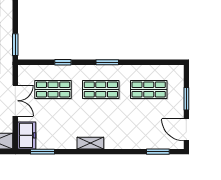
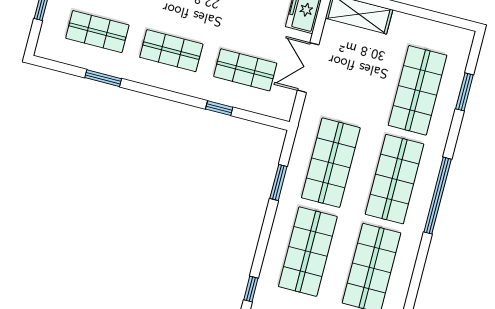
window: (15, 45) -> (278, 182), moved
window: (107, 62) -> (103, 78), moved

